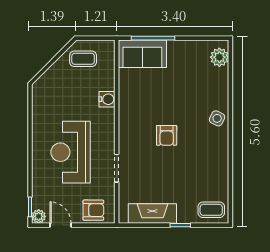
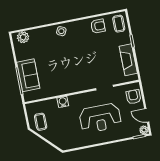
sofa: (142, 54) -> (28, 75), moved
armchair: (167, 135) -> (98, 26), moved
door: (61, 225) -> (147, 115), hinge flipped

